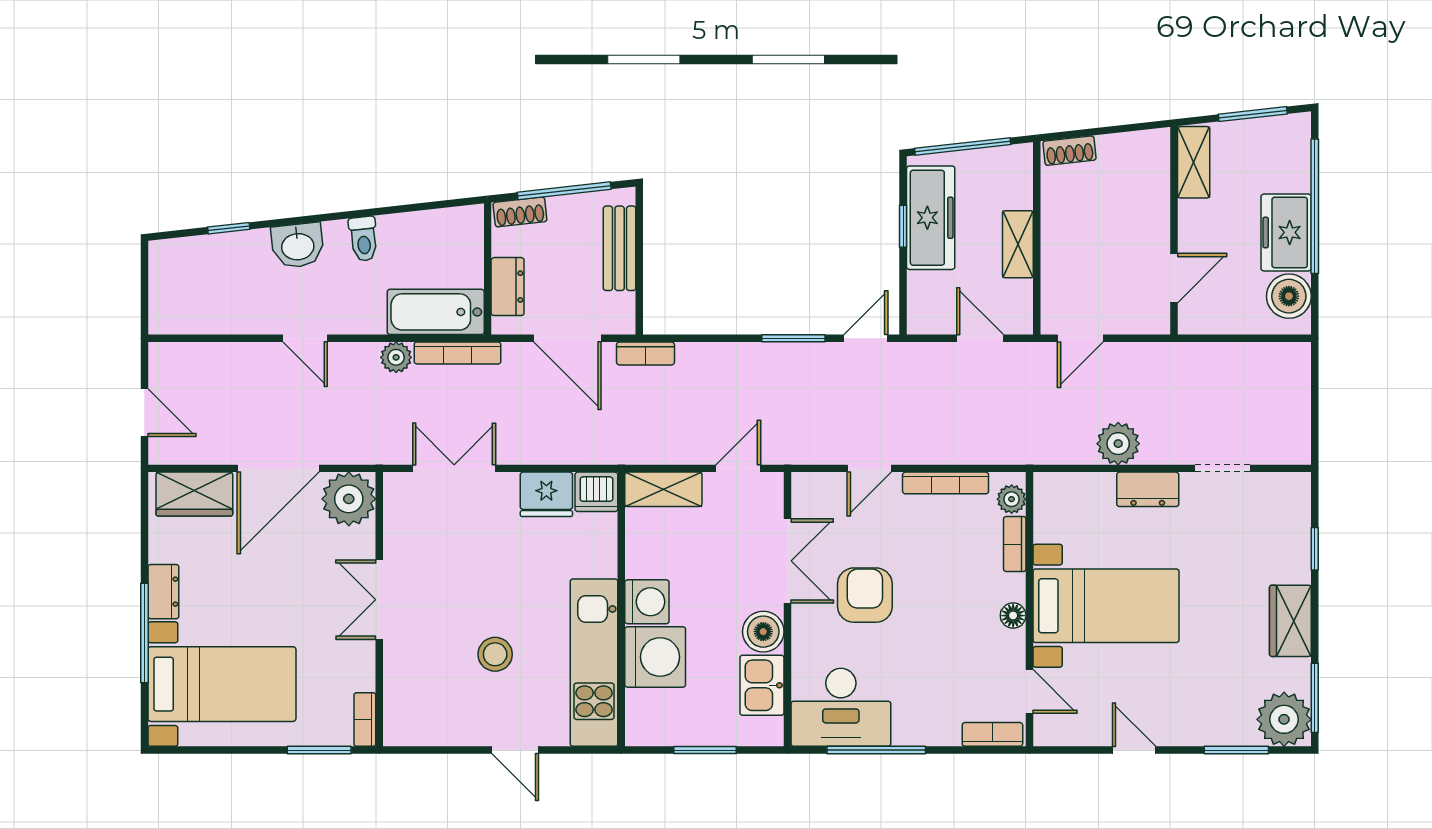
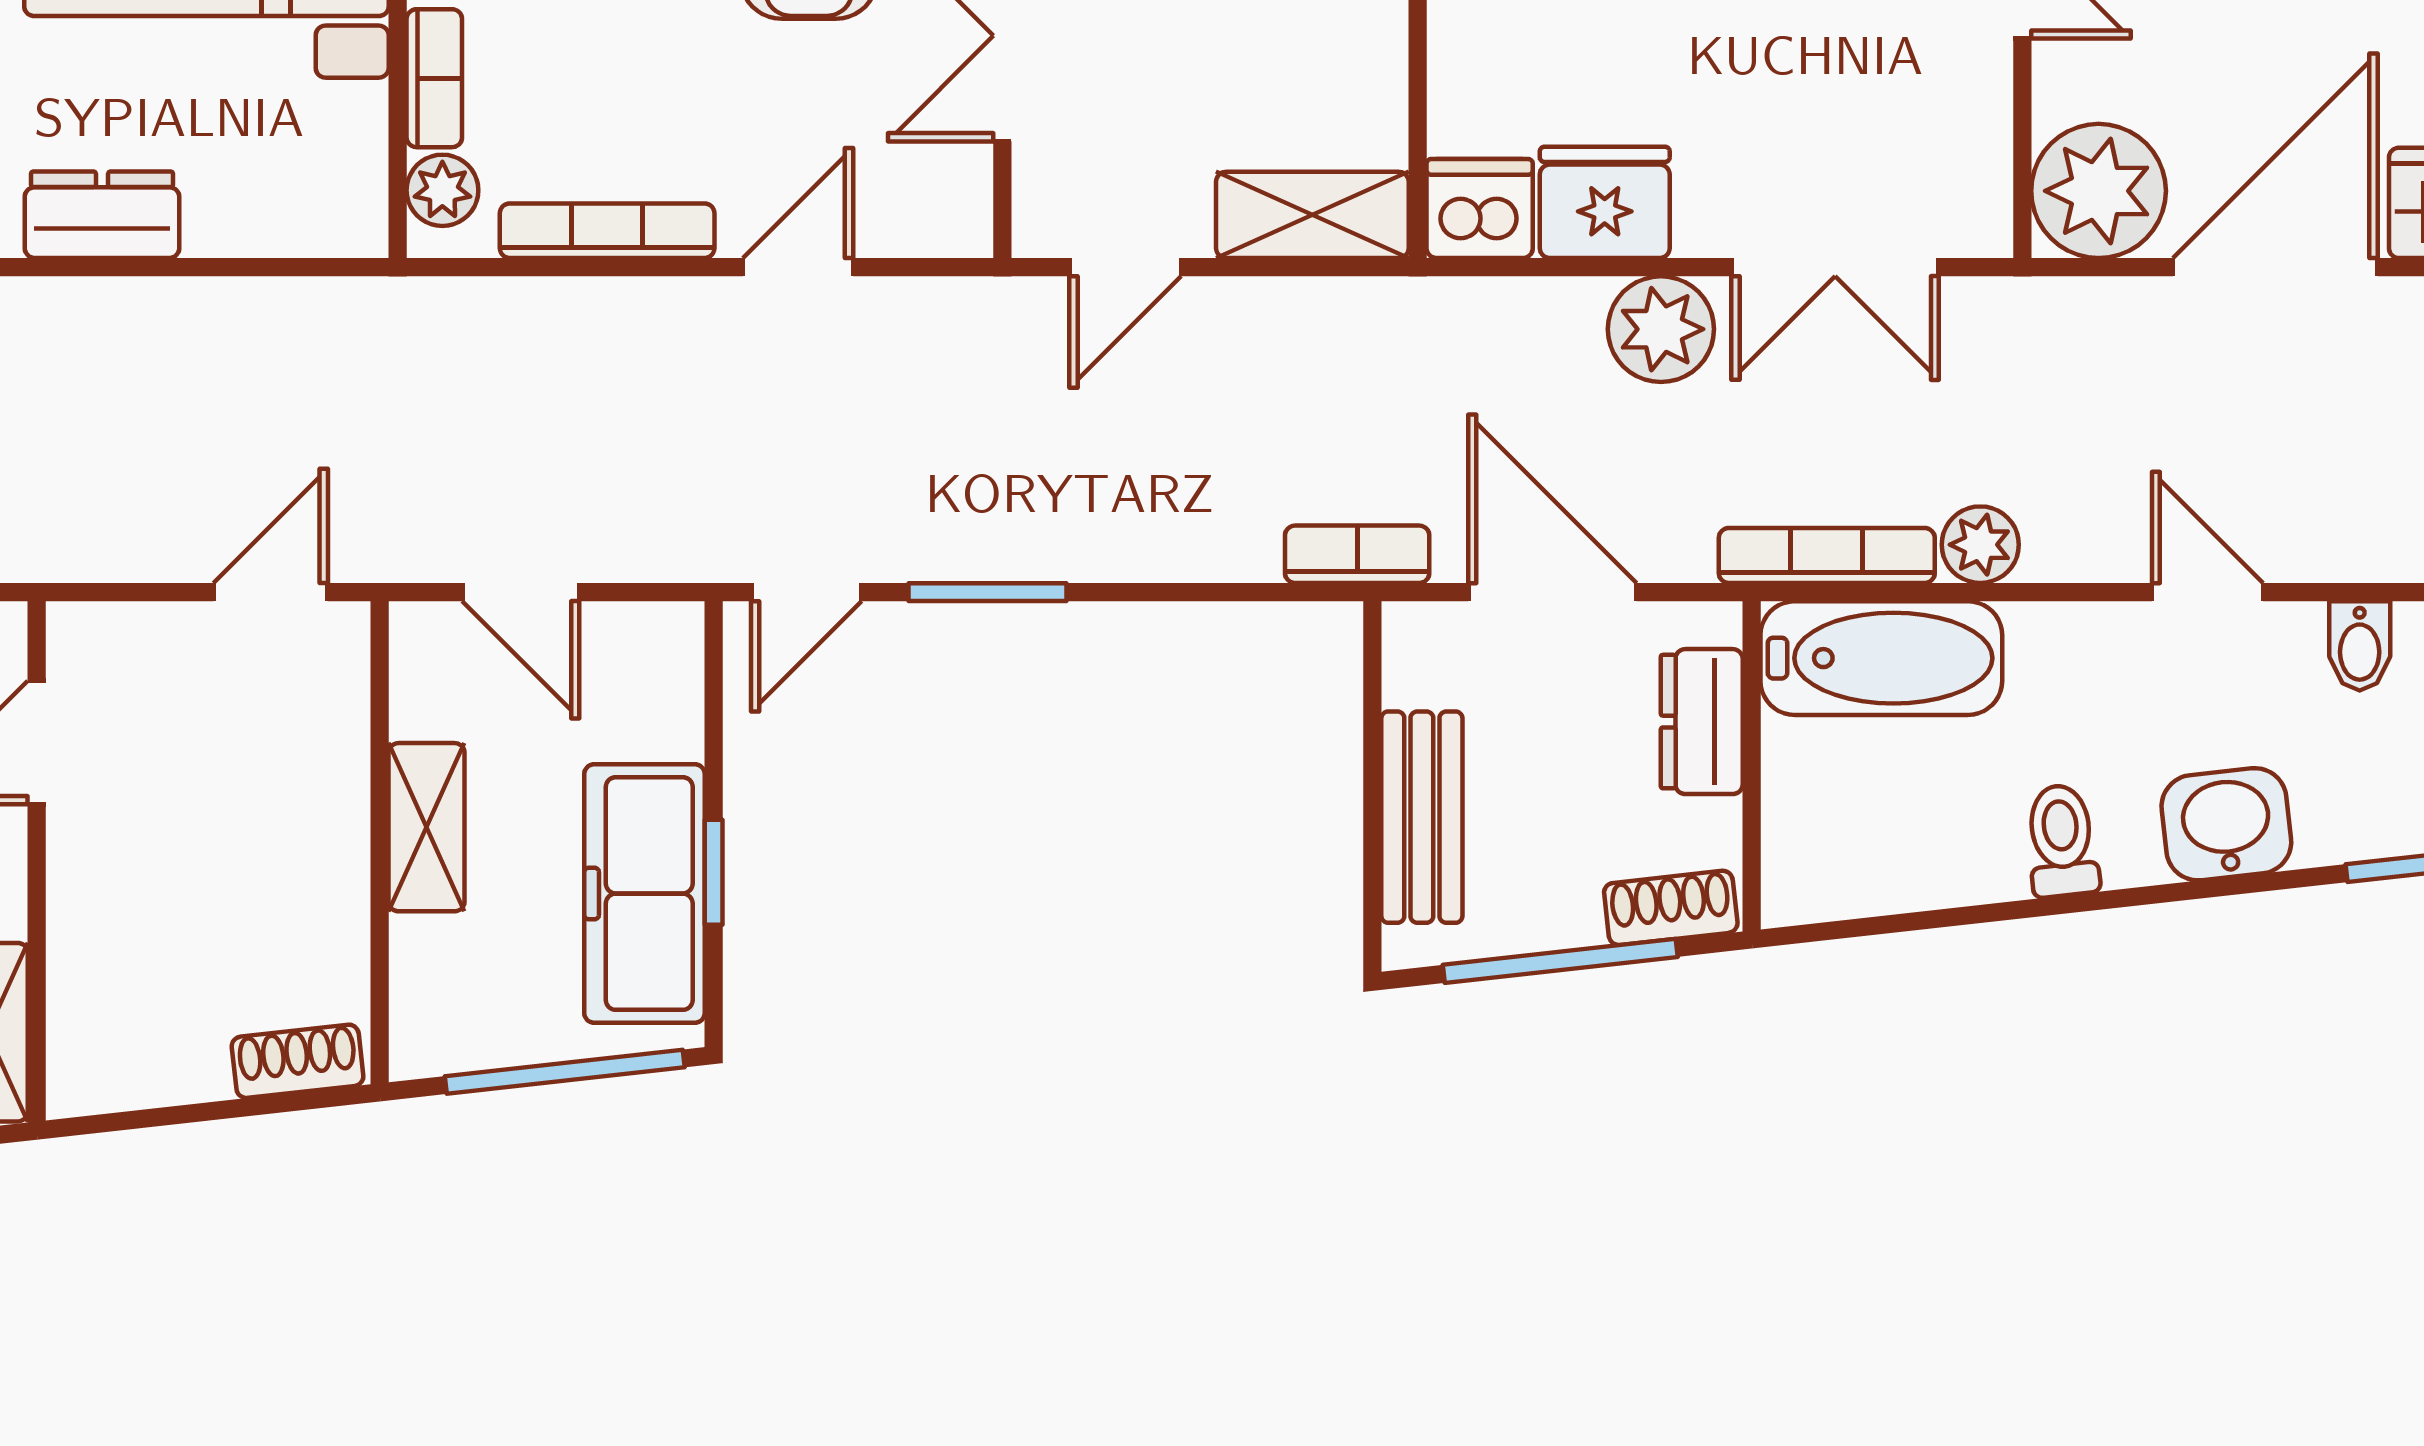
bidet: (244, 317) -> (2360, 646), added
plant: (1118, 444) -> (1661, 329), moved

